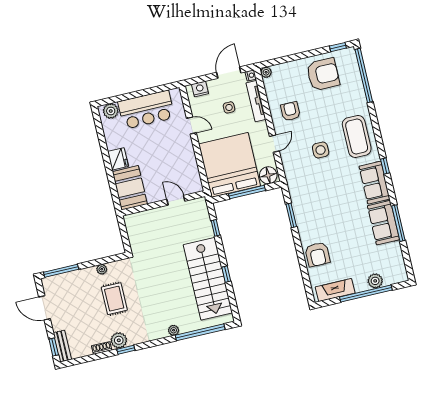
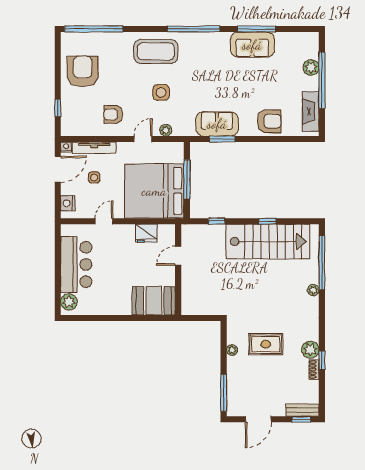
window: (338, 47) -> (58, 108), moved
plant: (266, 72) -> (166, 130), moved
door: (229, 73) -> (58, 169), swing flipped
door: (274, 144) -> (143, 139), hinge flipped
fridge: (118, 159) -> (146, 233), moved, turned 180
window: (385, 166) -> (193, 29), width x3.17
floor lamp: (268, 175) -> (175, 153), removed
sofa: (374, 183) -> (217, 124), moved, turned 180
window: (126, 350) -> (322, 360), moved

